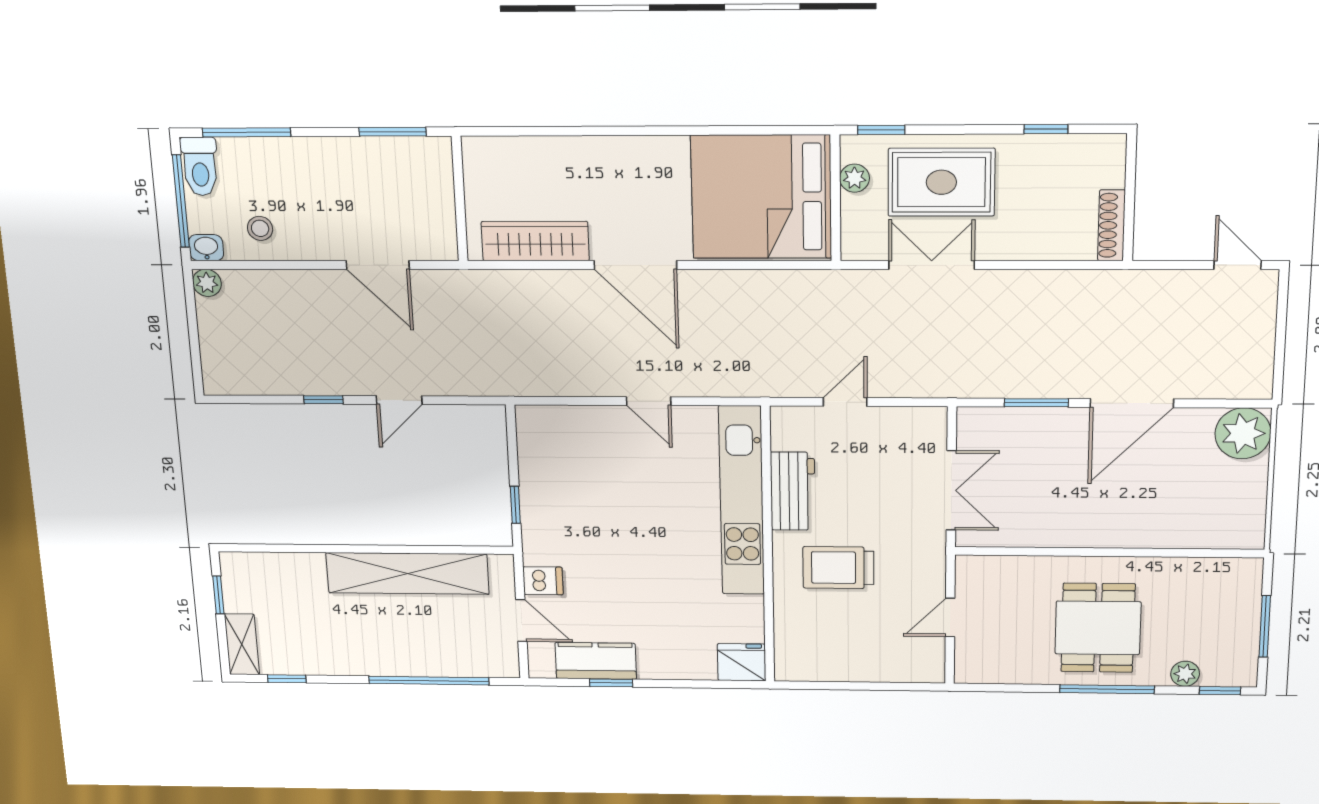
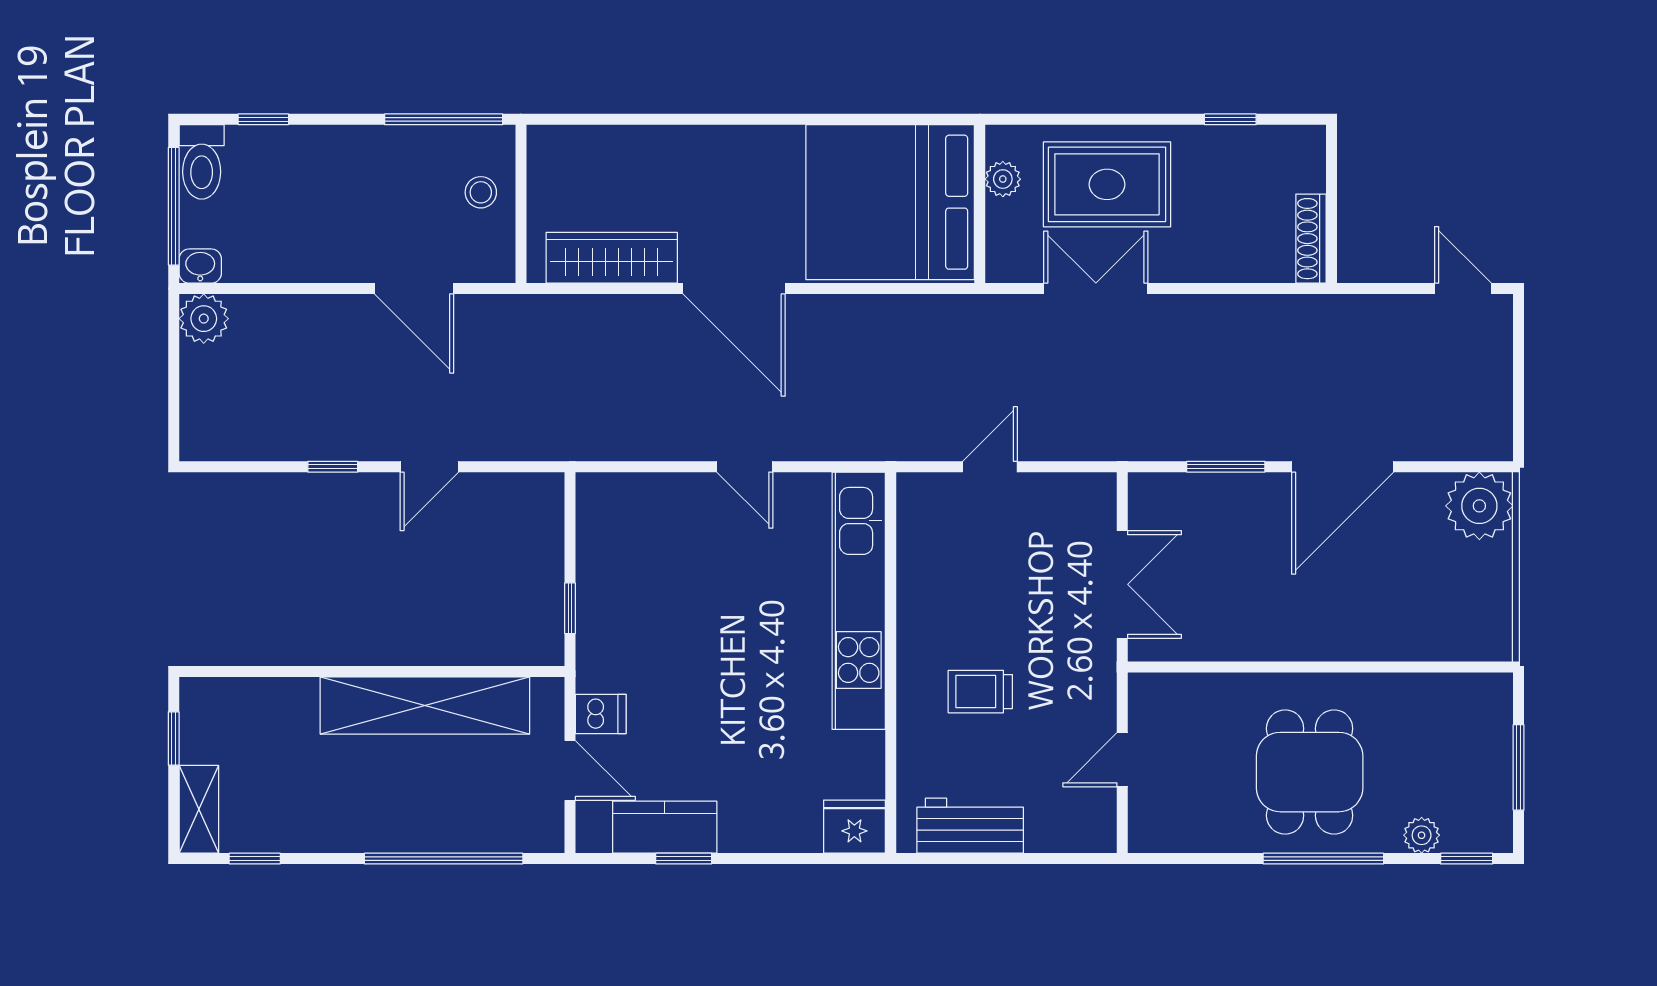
window: (881, 130) -> (1035, 119), removed
window: (246, 132) -> (263, 119), width x0.46
window: (393, 132) -> (444, 119), width x1.44
stool: (260, 228) -> (481, 192), moved
plant: (207, 283) -> (204, 319), width x1.38, depth x1.38
workbench: (793, 491) -> (970, 826), moved, turned -90
trolley: (838, 568) -> (980, 692), width x0.73, depth x0.72

